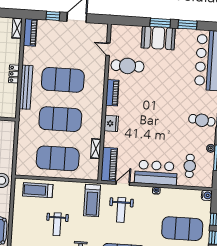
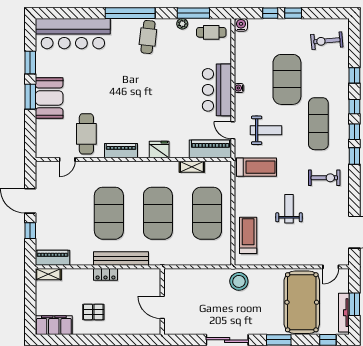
cafe table: (190, 166) -> (211, 32), moved
treadmill: (38, 190) -> (248, 235), turned 180
weight bench: (57, 224) -> (289, 209), turned -90
exercise mat: (182, 229) -> (287, 79), moved

